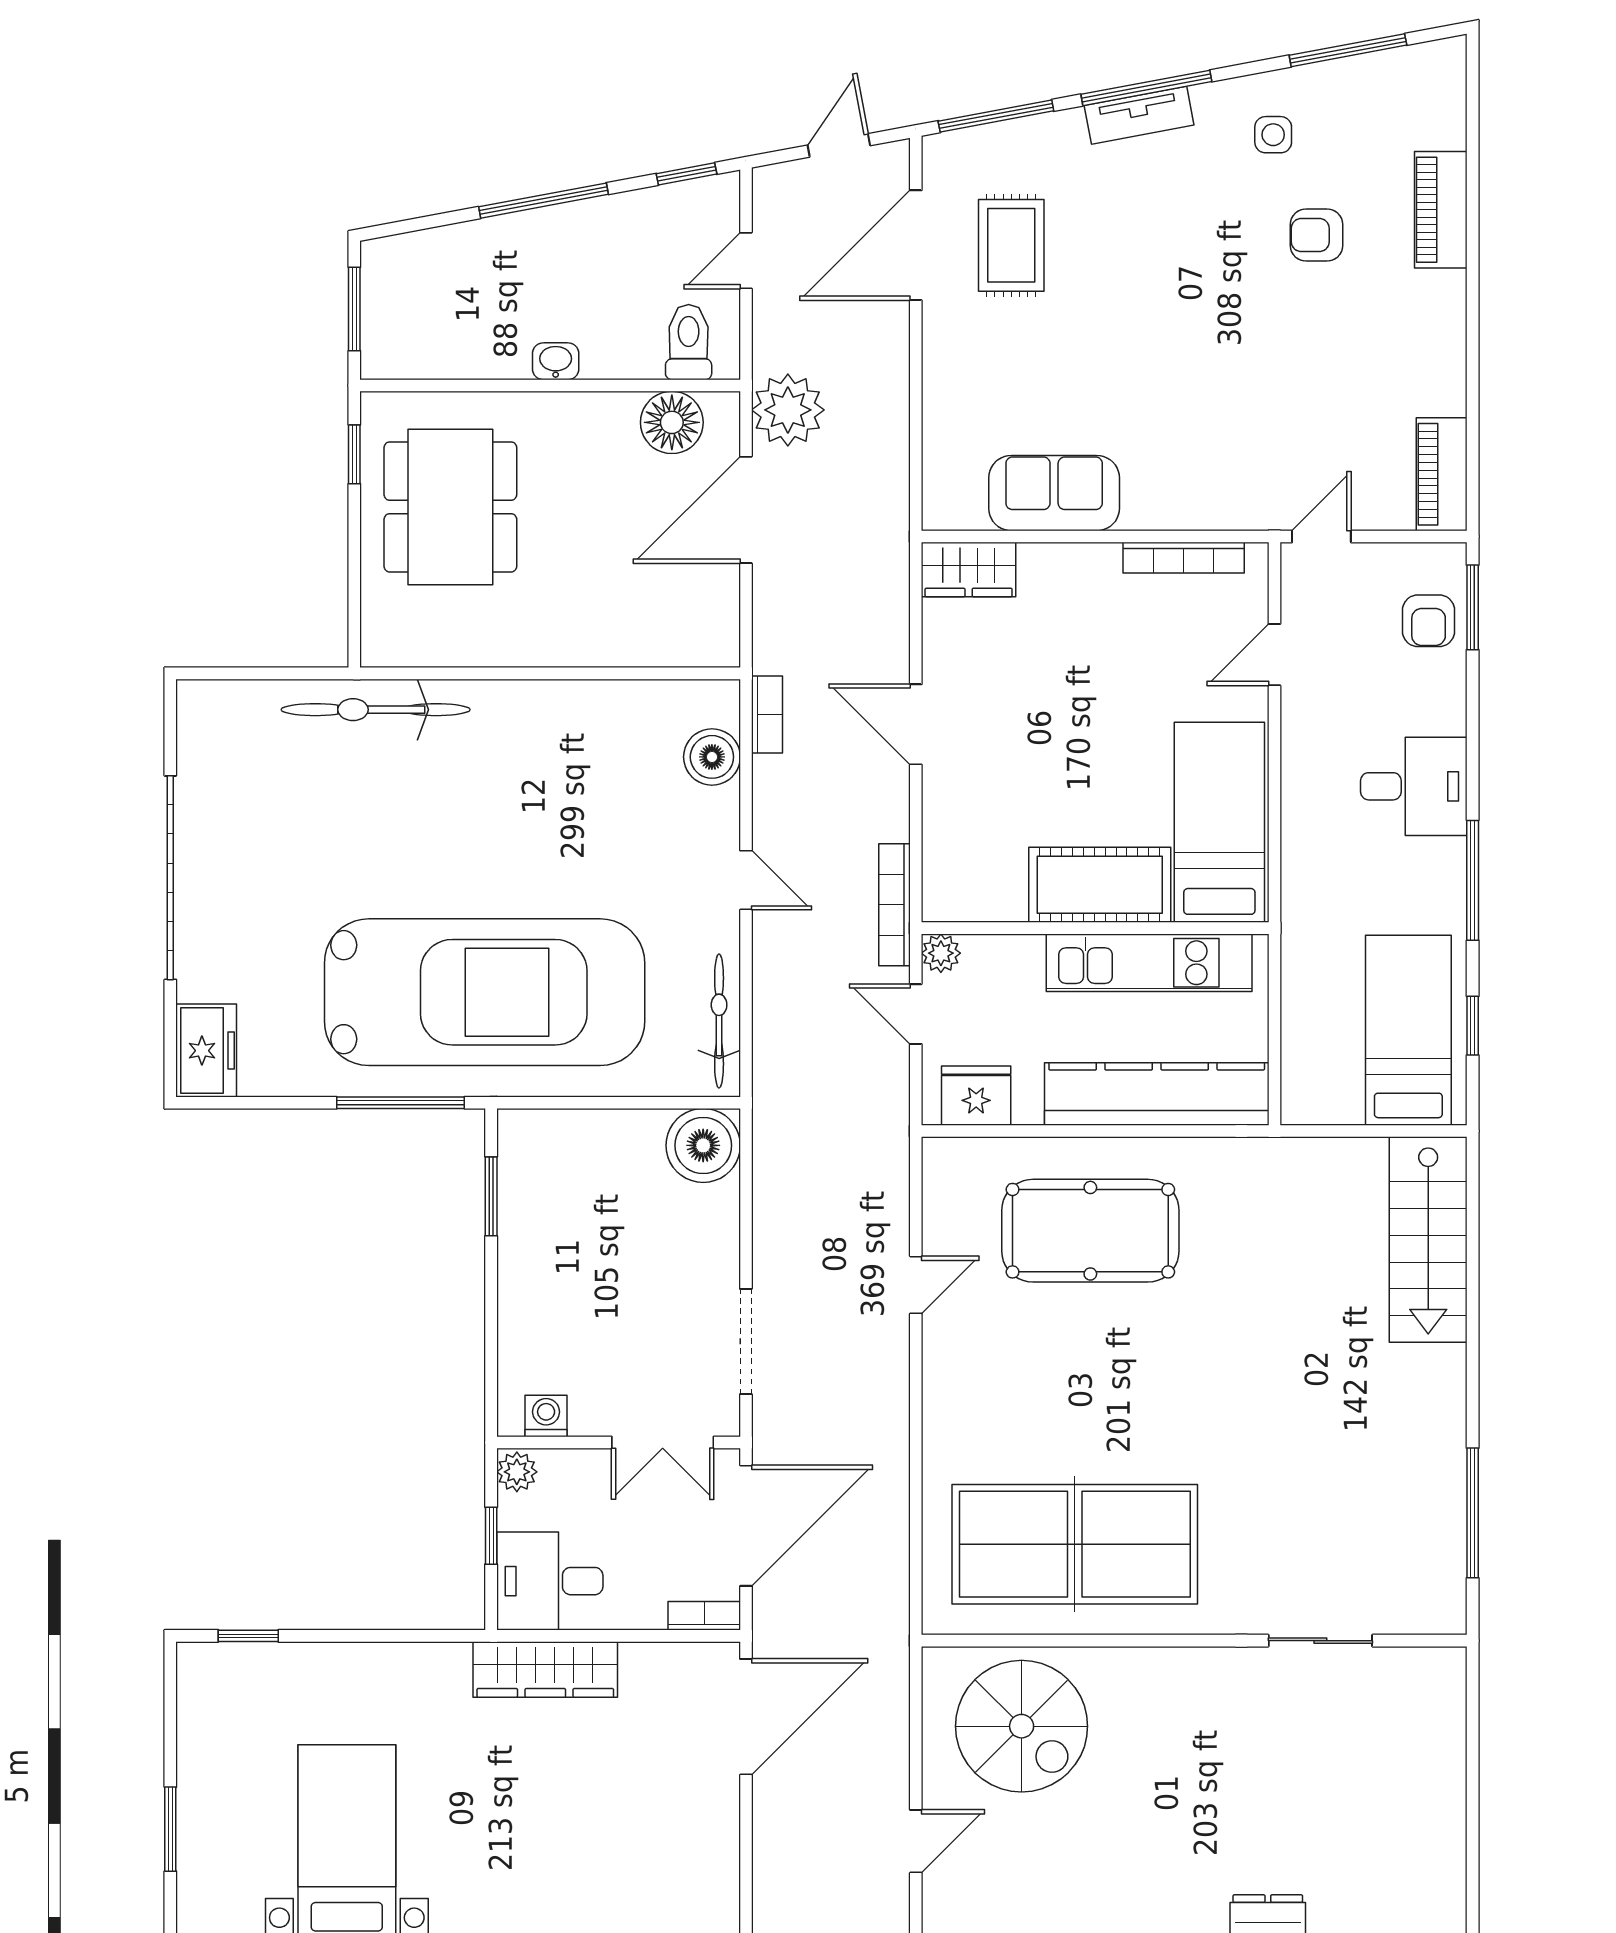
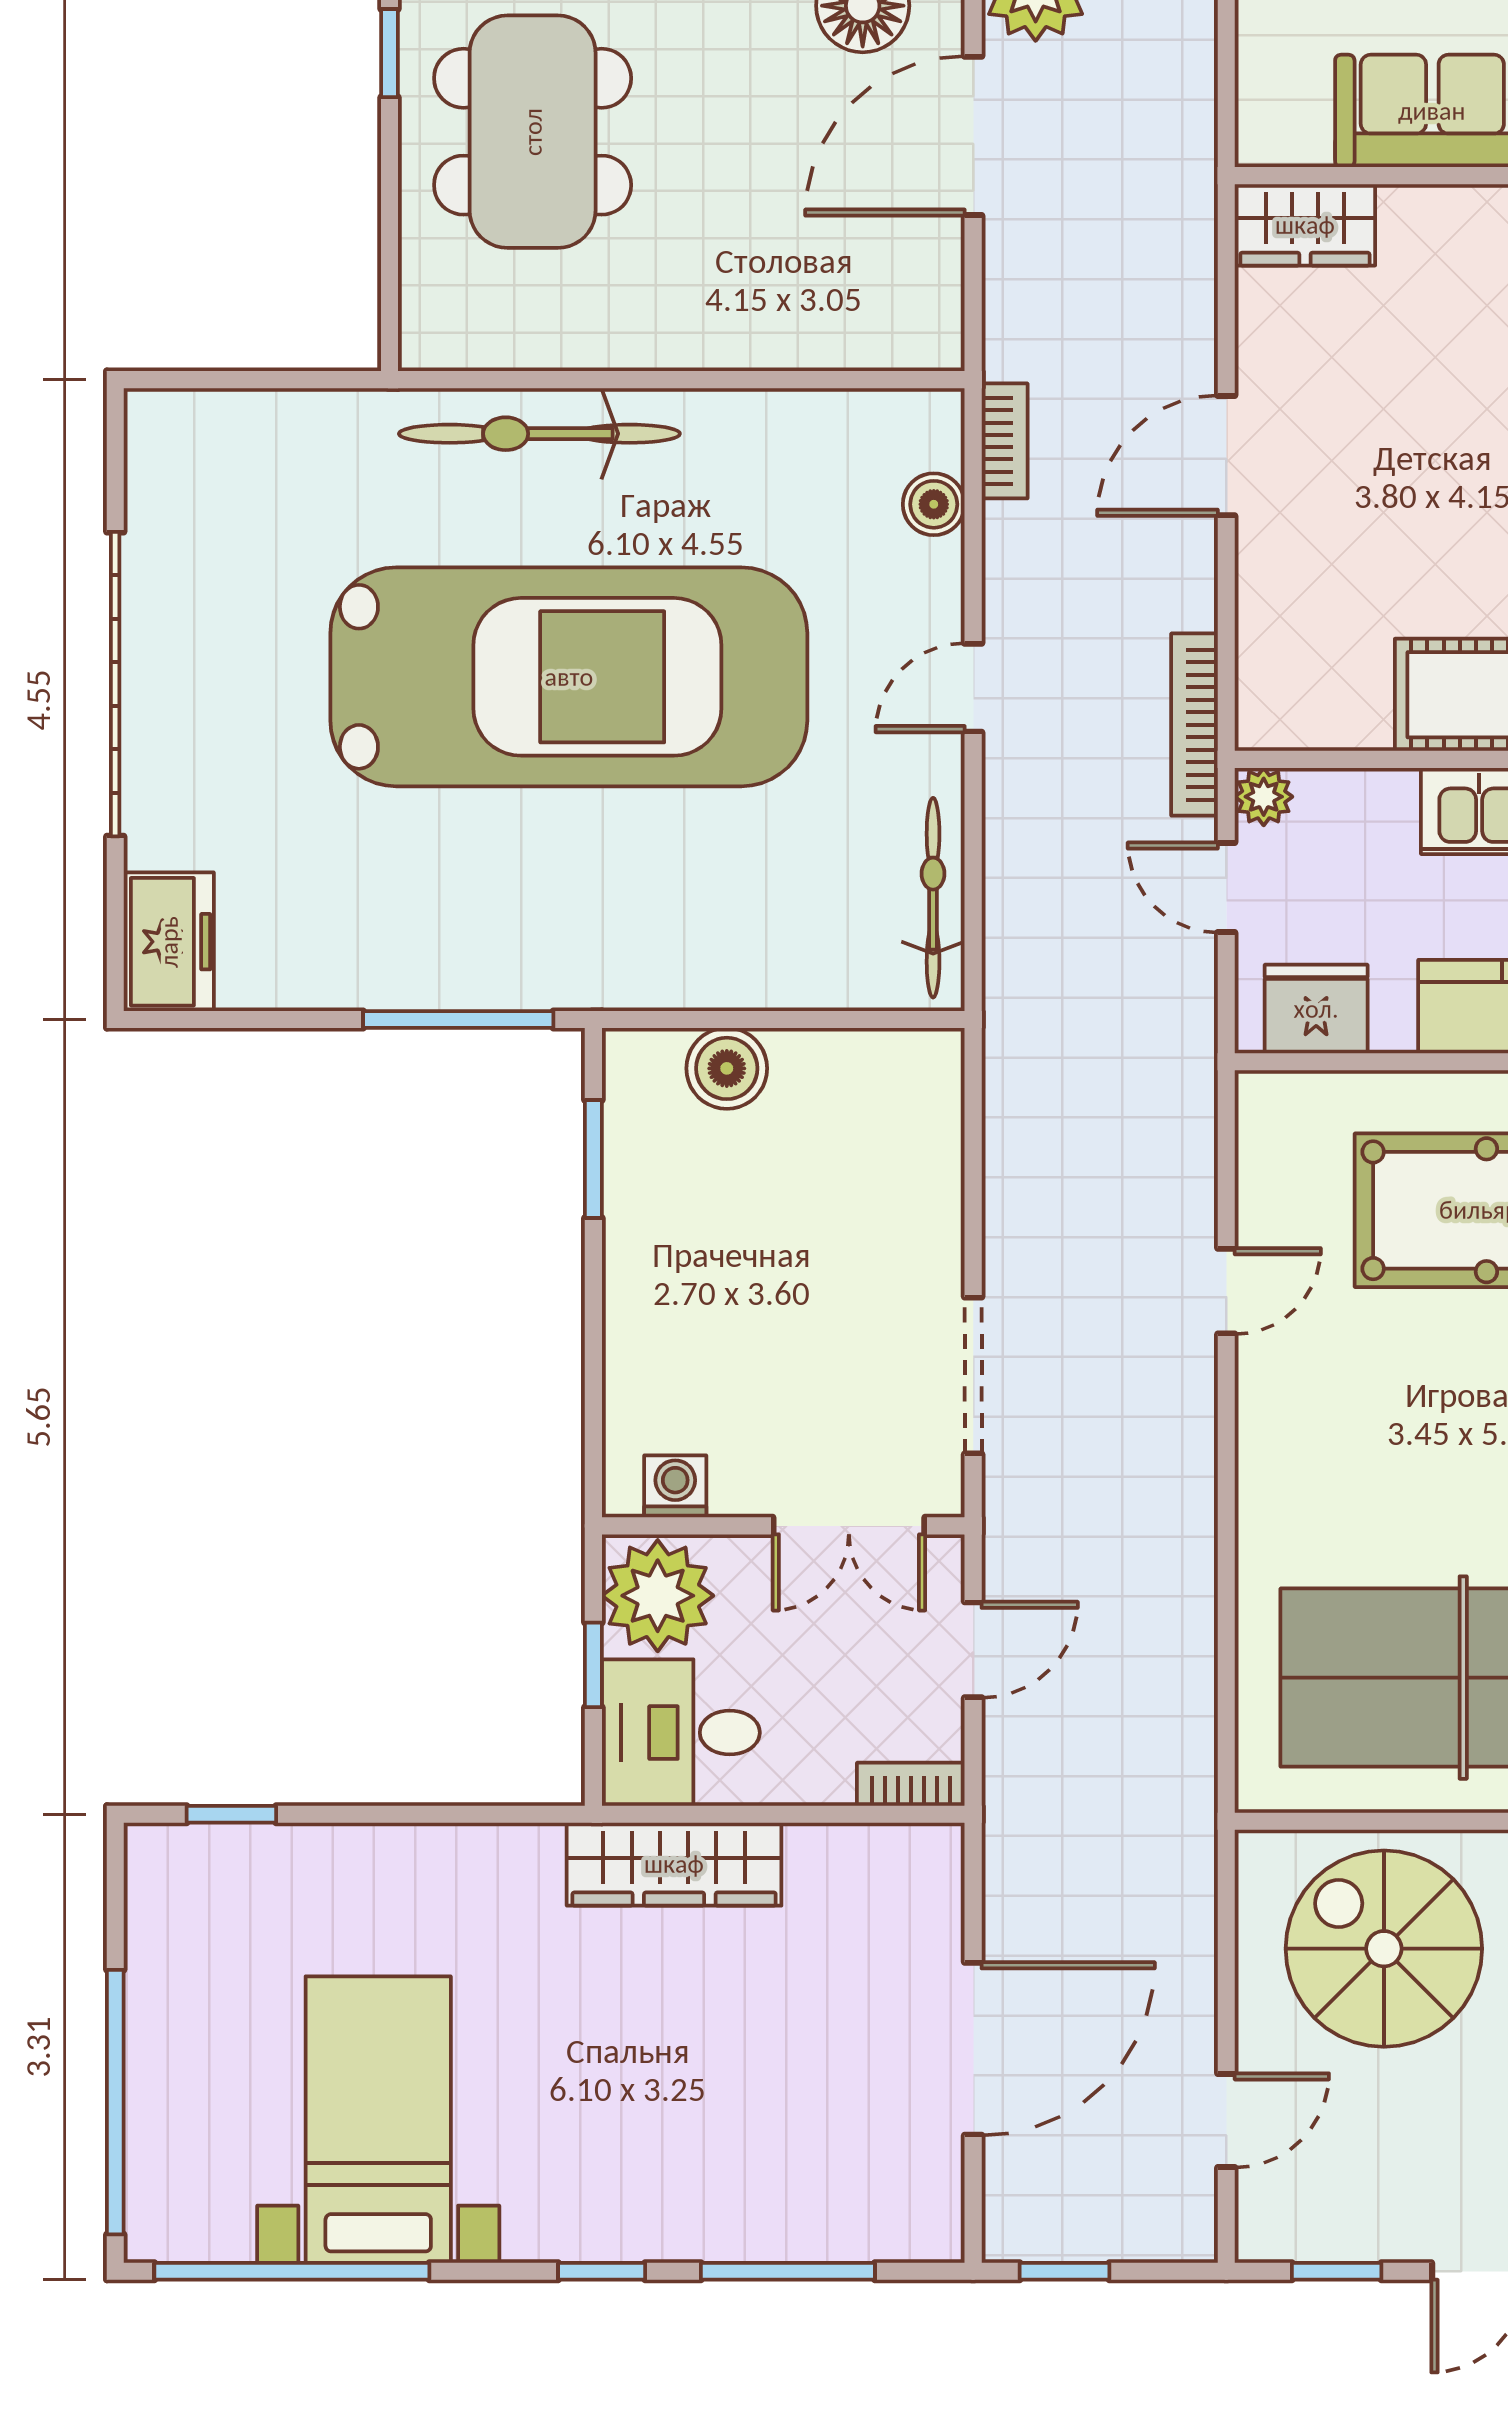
bicycle: (376, 710) -> (539, 434), moved
door: (916, 724) -> (1226, 456), hinge flipped
boiler: (712, 757) -> (934, 504), width x0.73, depth x0.73
door: (746, 880) -> (973, 688), swing flipped
car: (485, 992) -> (569, 677), moved
boiler: (703, 1145) -> (727, 1068), moved, width x0.73, depth x0.73
plant: (517, 1472) -> (658, 1596), width x1.88, depth x1.88
door: (746, 1526) -> (973, 1650), width x0.53
door: (746, 1717) -> (973, 2049), moved
spiral stairs: (1022, 1726) -> (1384, 1949), turned 180
window: (170, 1829) -> (115, 2102), width x2.11

